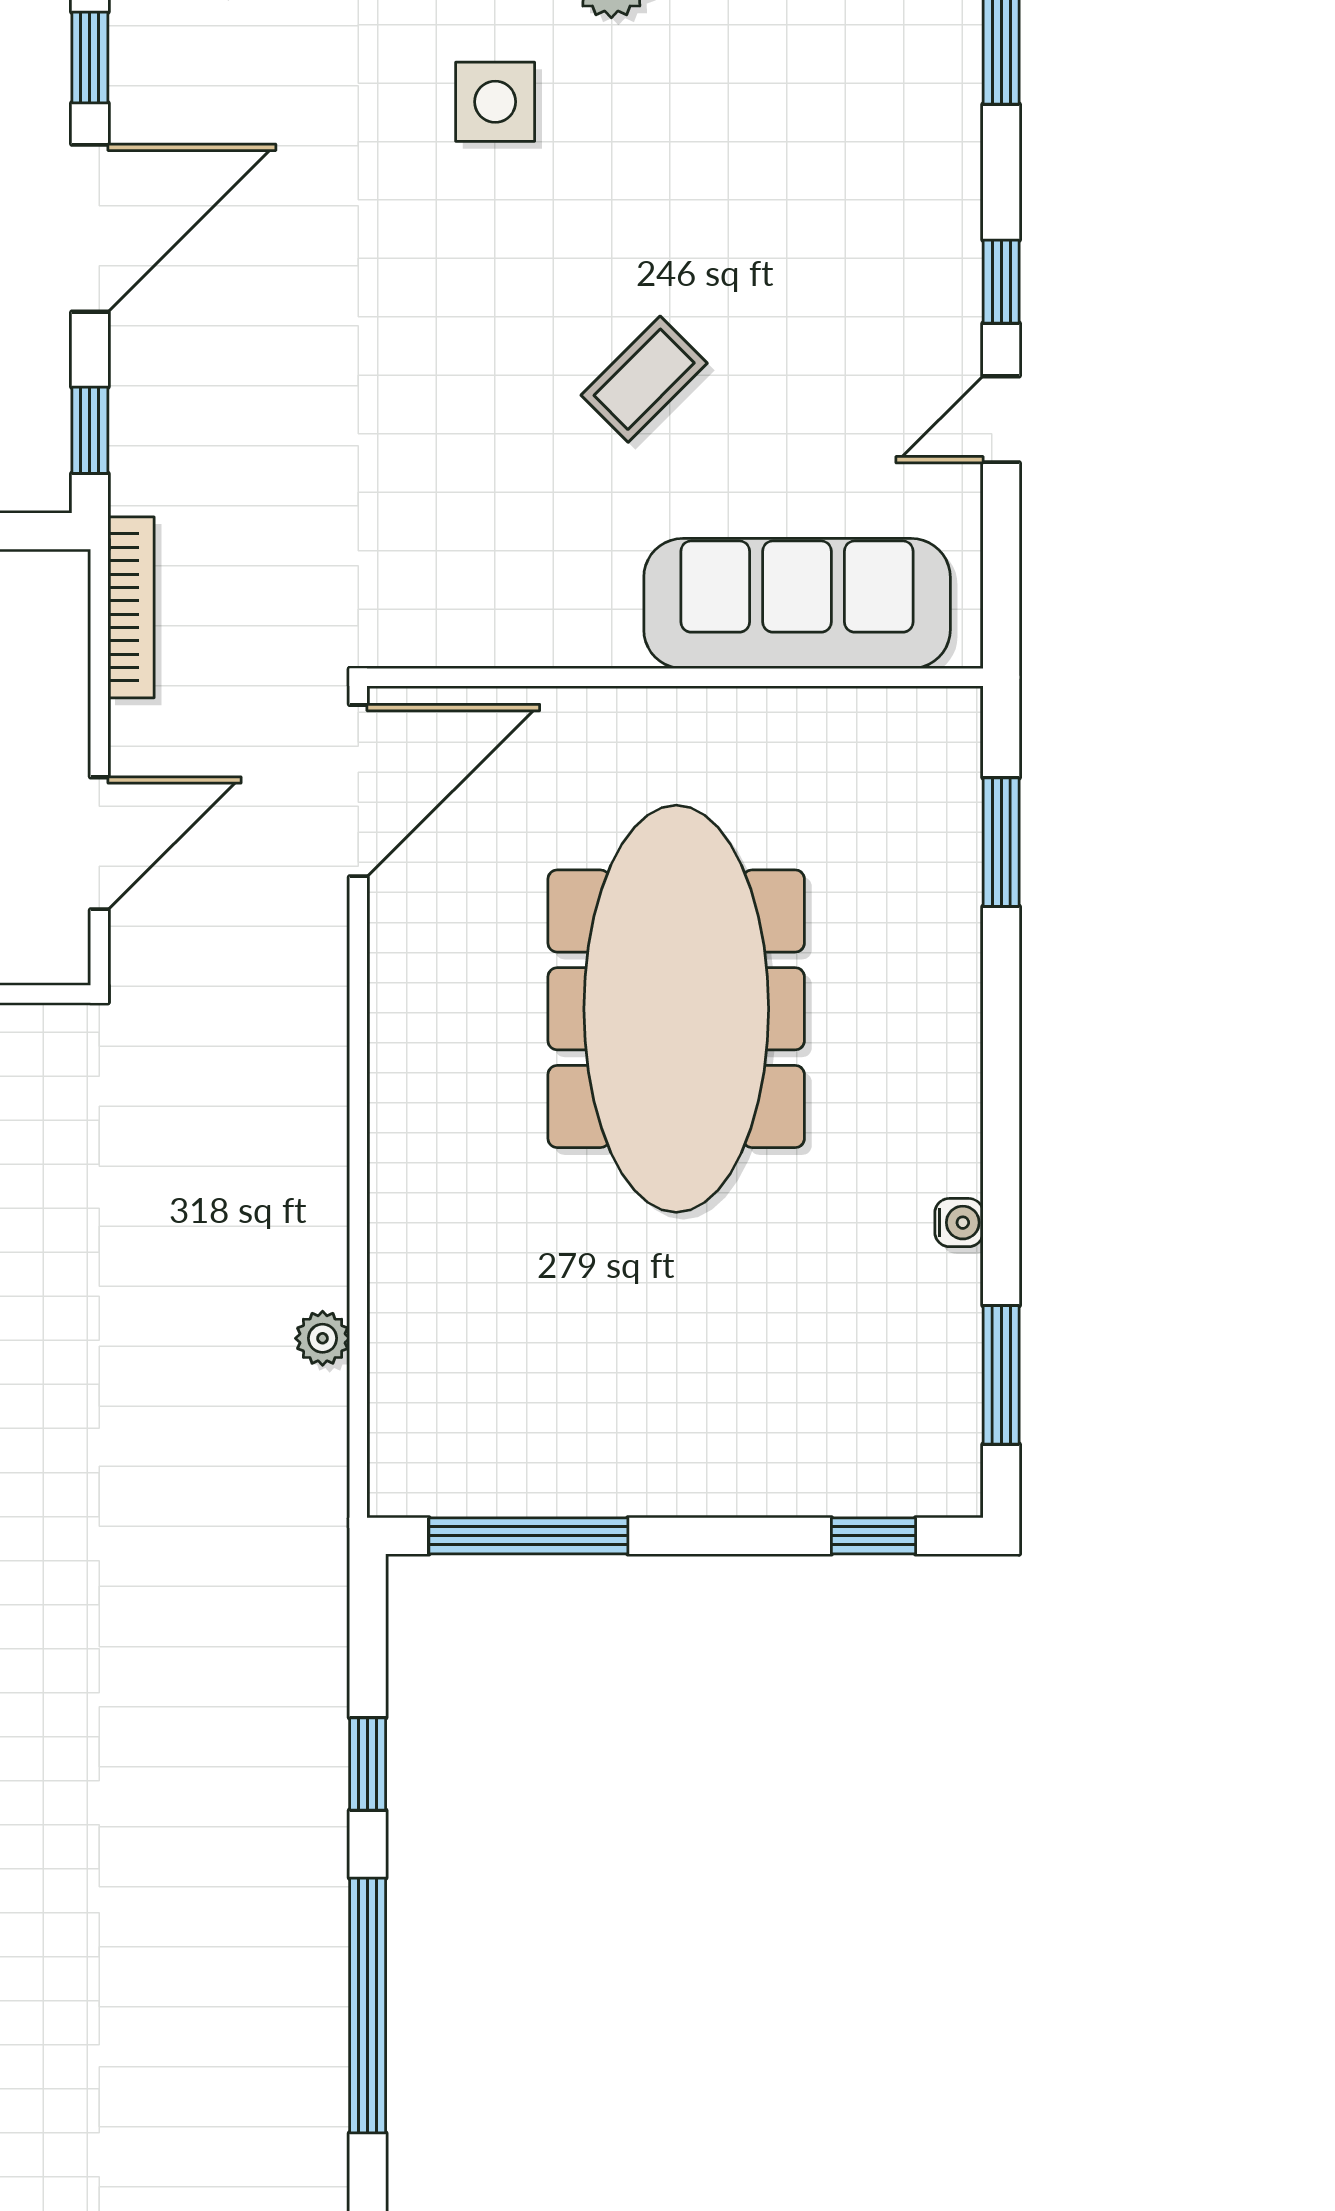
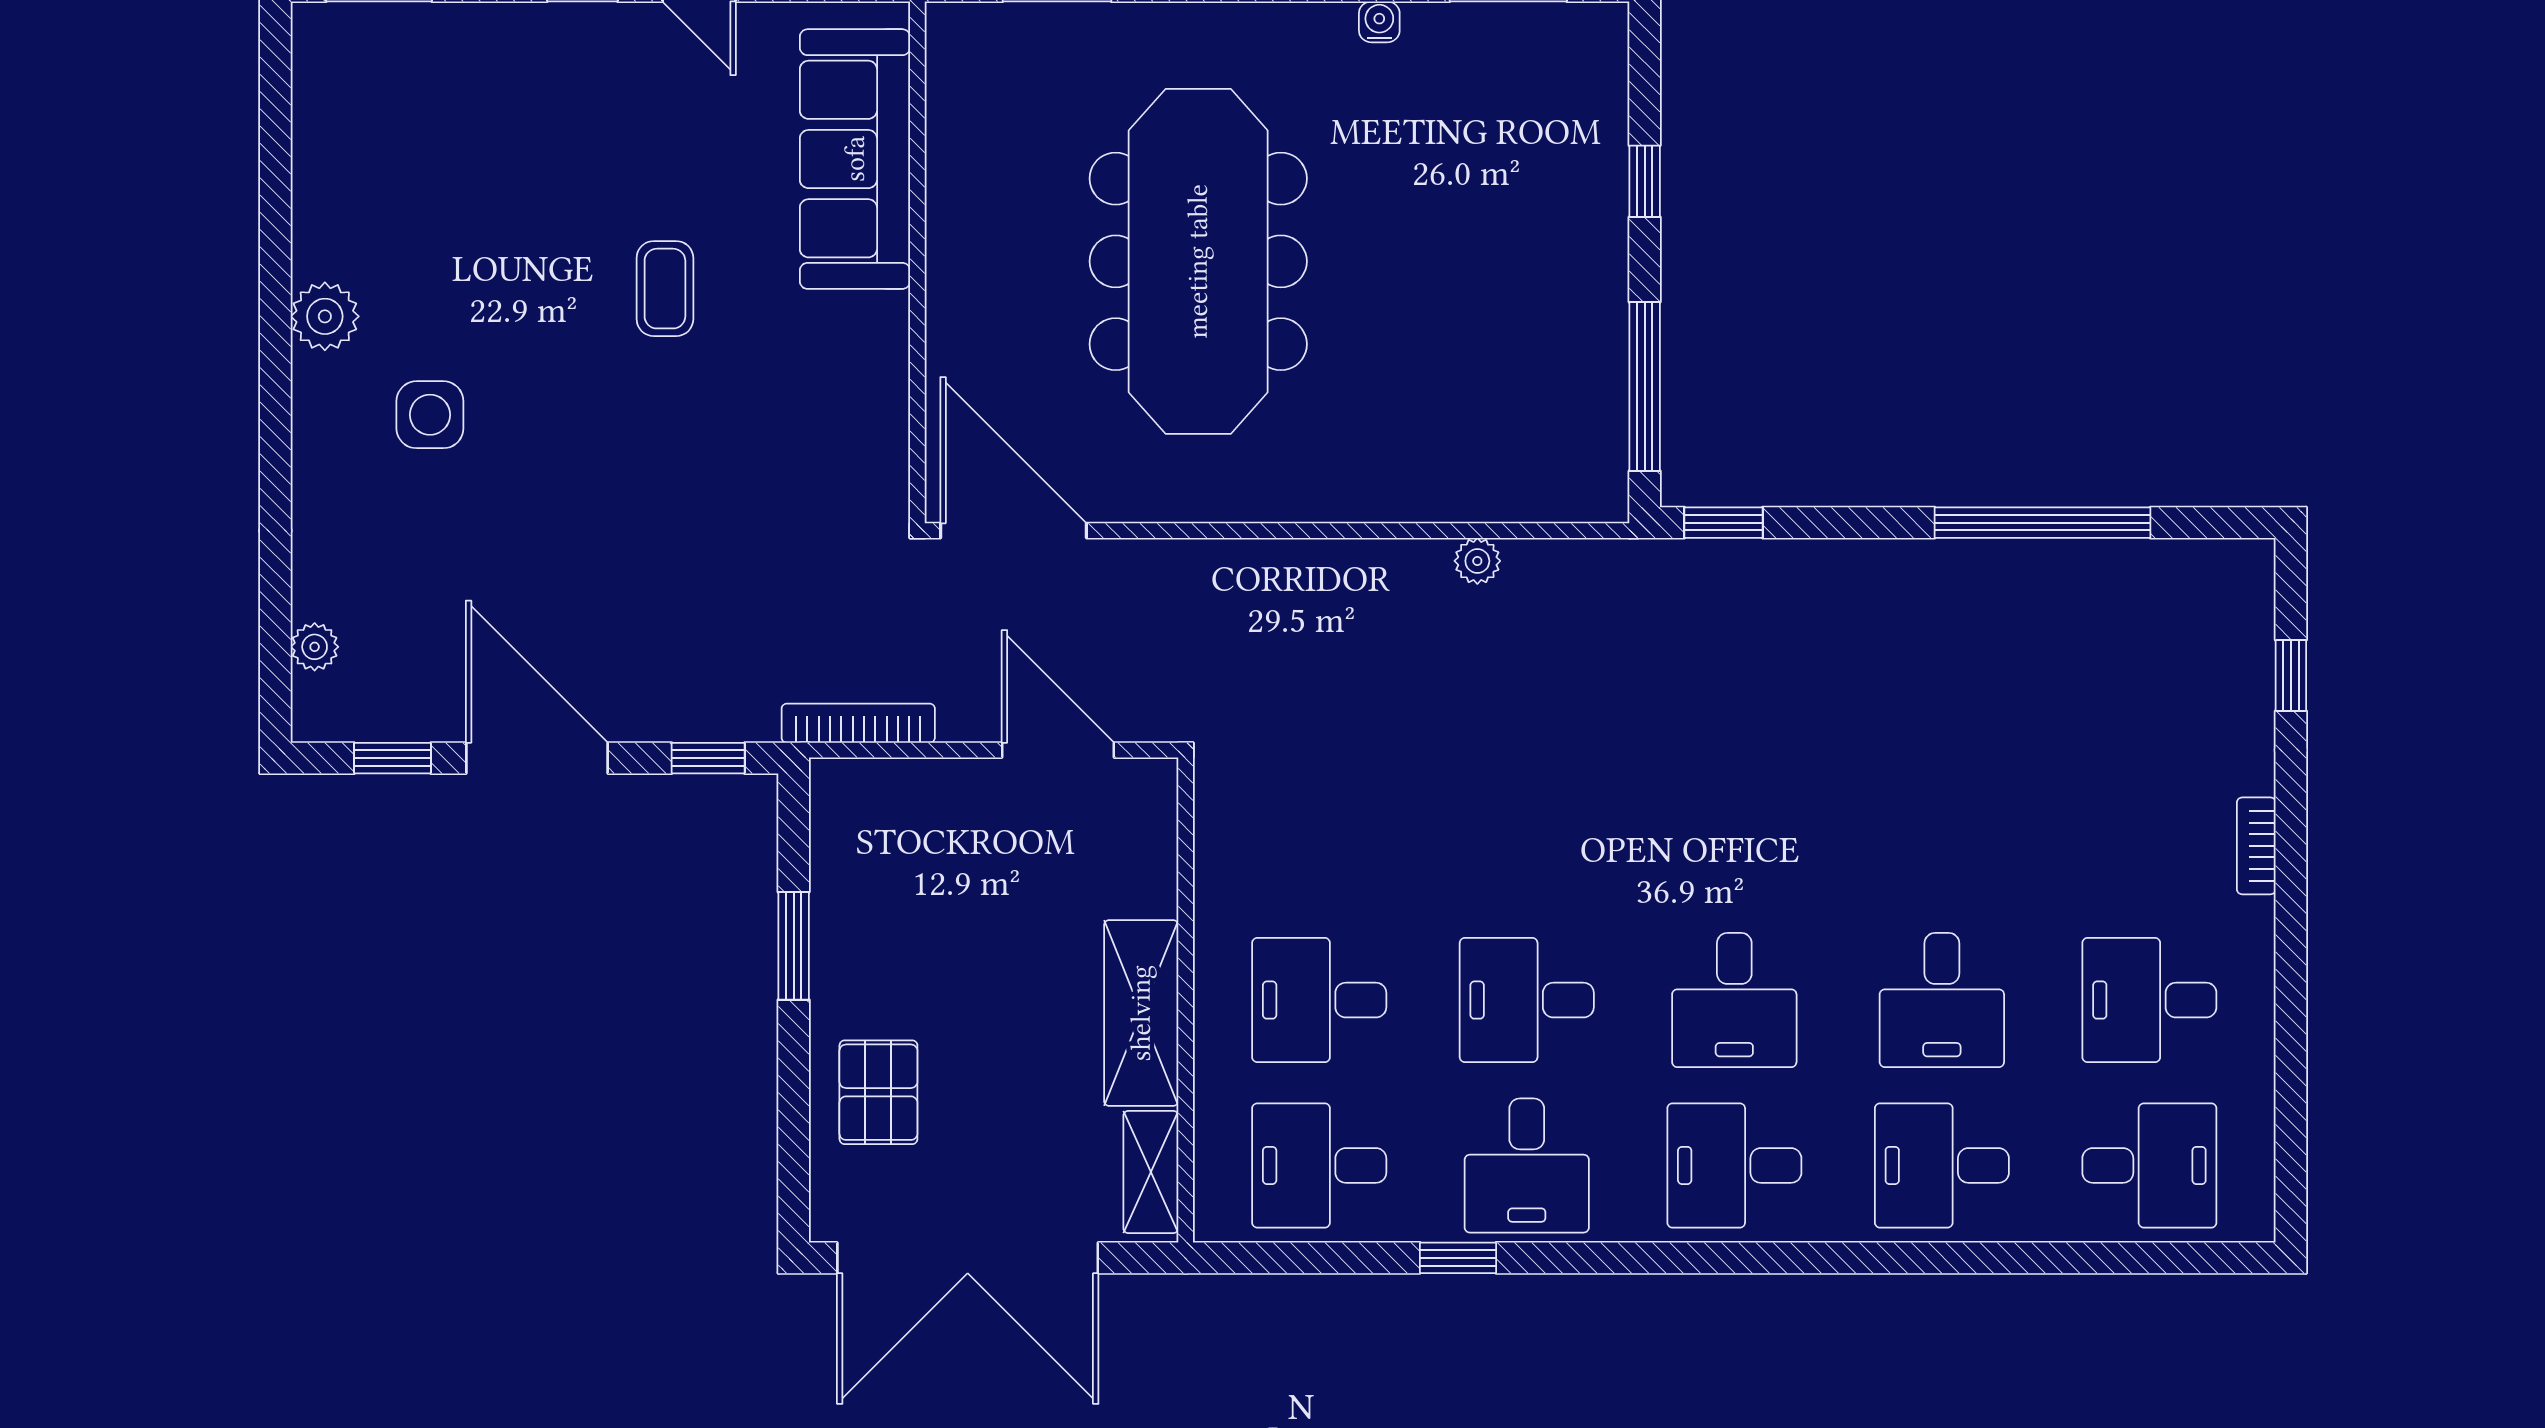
coffee table: (644, 379) -> (665, 289), turned 45
meeting table: (676, 1009) -> (1198, 261), turned 90
window: (874, 1536) -> (1645, 181), moved
window: (368, 1764) -> (1723, 523), moved

